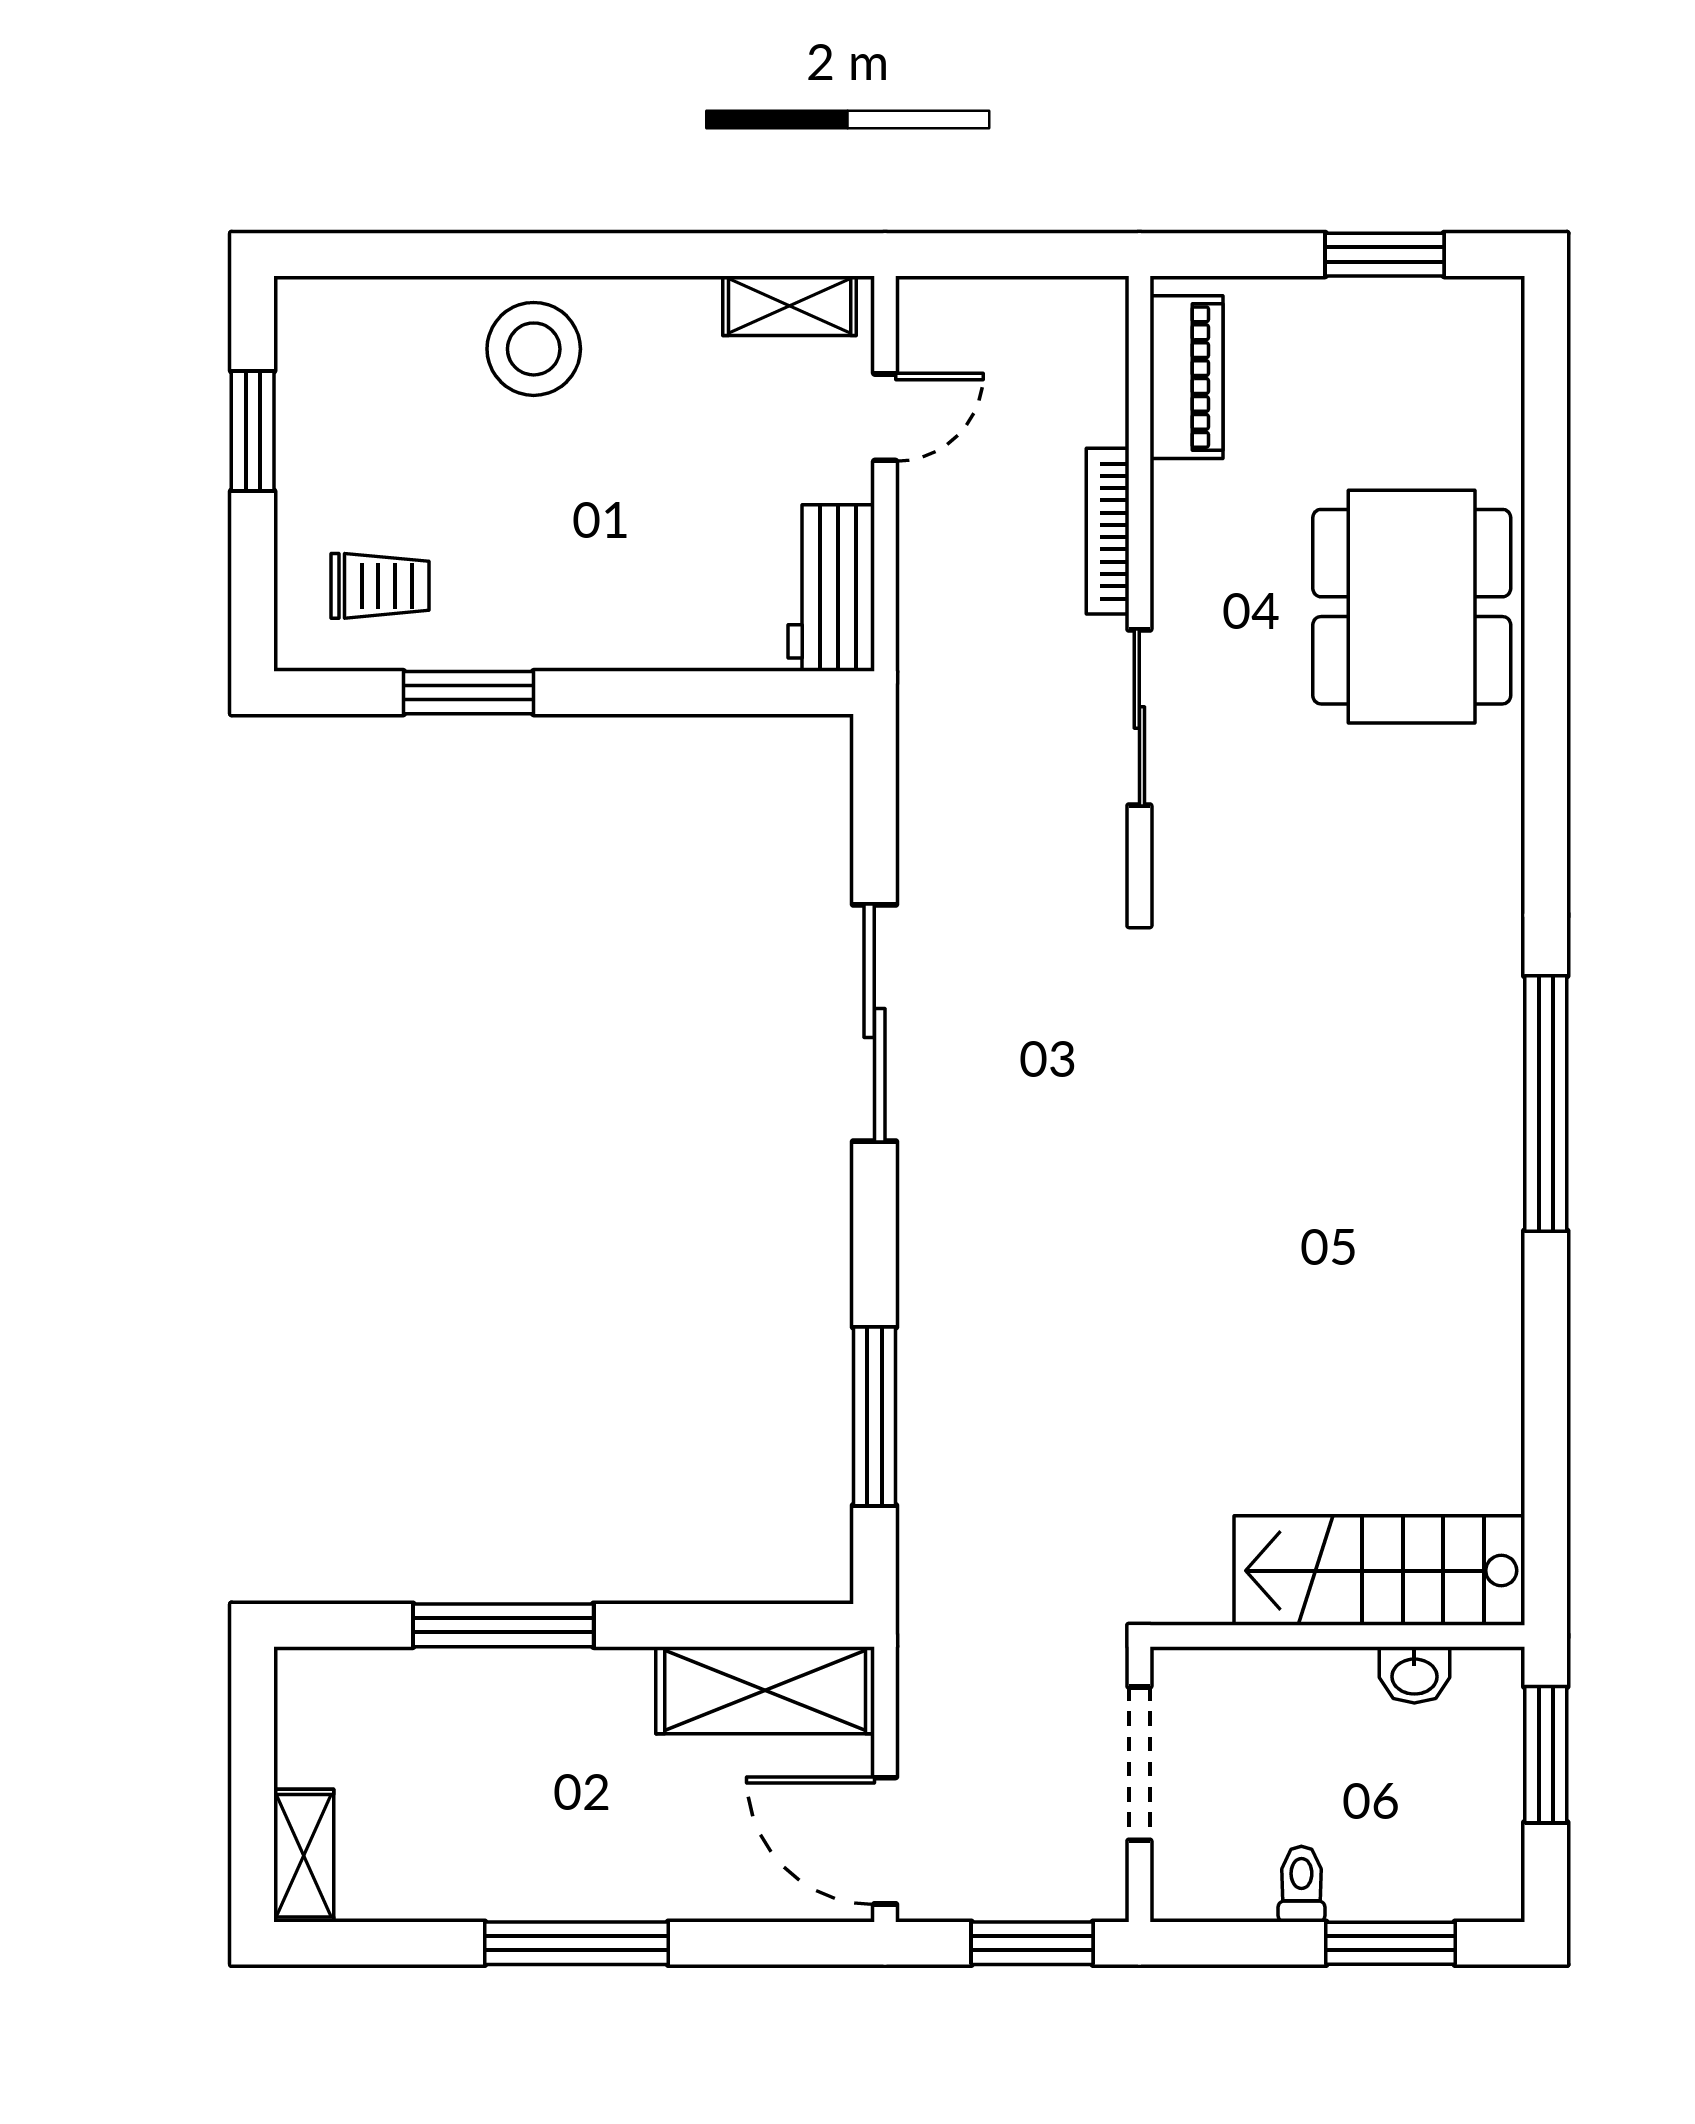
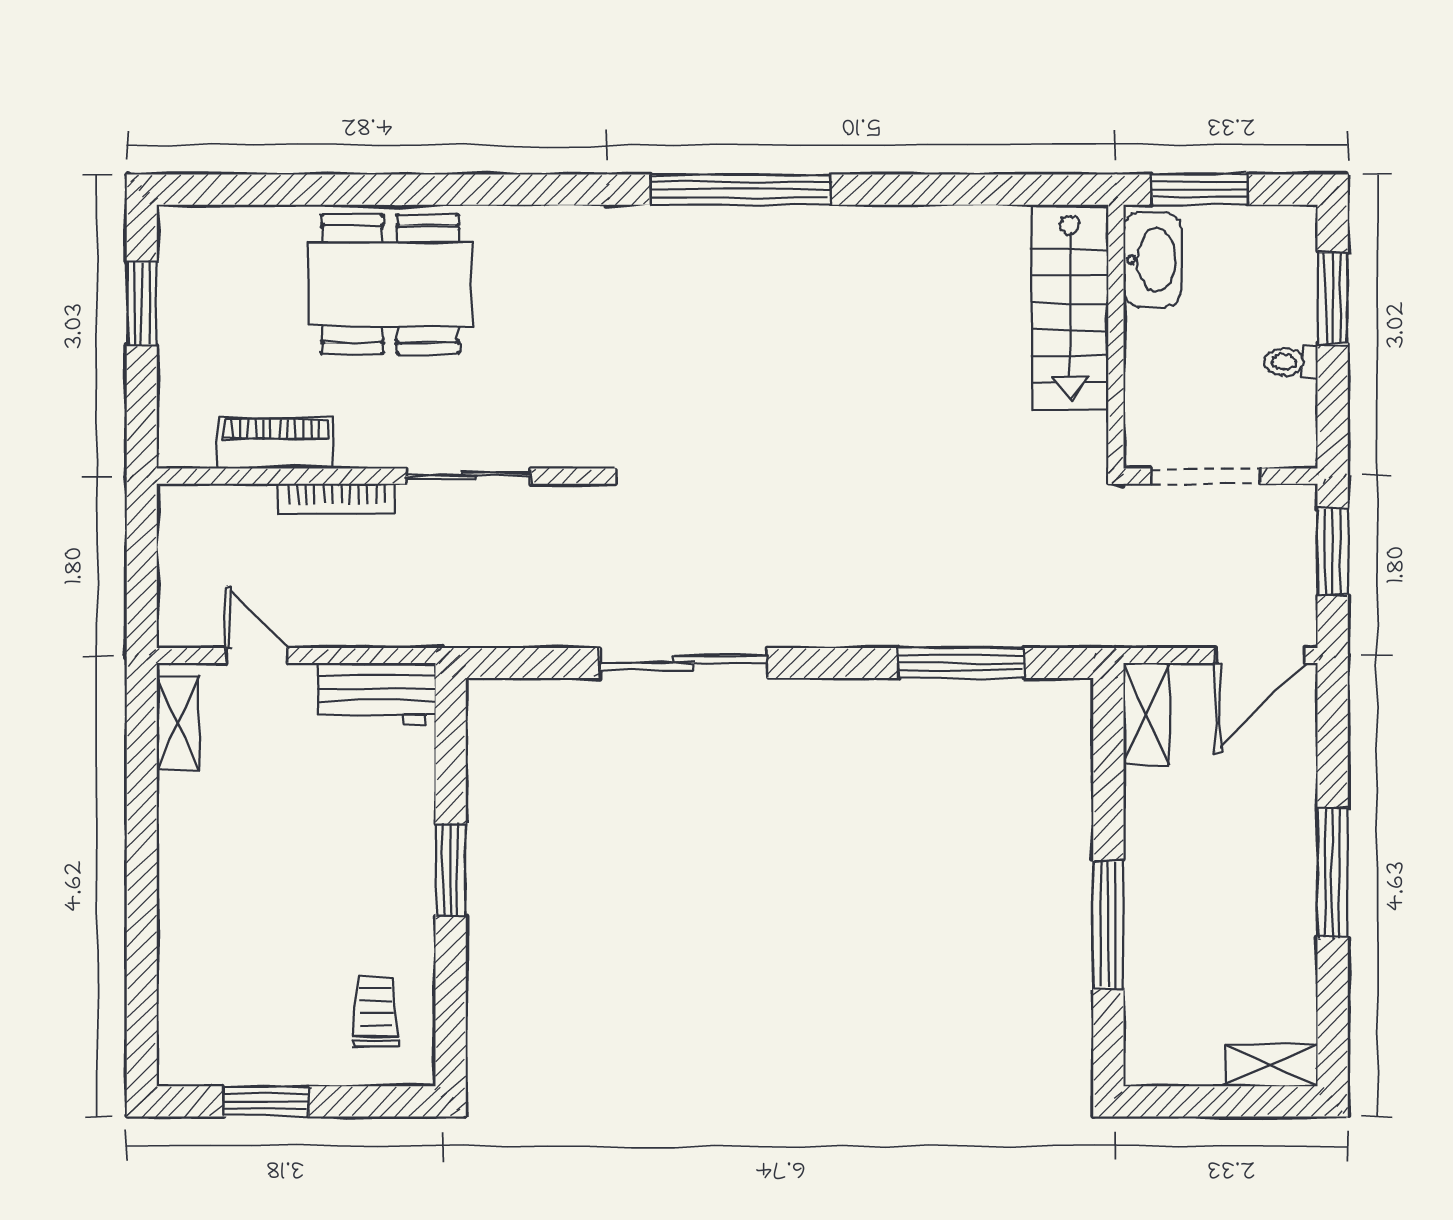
stool: (534, 349) -> (208, 903), removed
piano: (1186, 377) -> (276, 443), moved
window: (469, 693) -> (451, 870), moved
washbasin: (1414, 1675) -> (1152, 260), width x1.91, depth x1.45
shelving: (765, 1690) -> (1146, 714), width x0.67, depth x0.75

